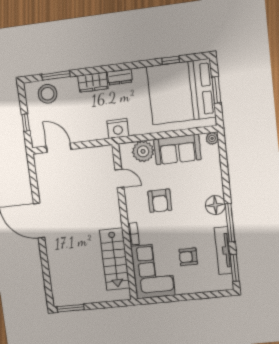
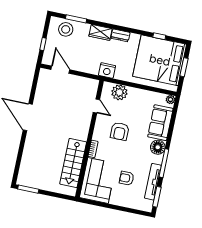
sofa: (177, 149) -> (160, 123), moved, turned 90

